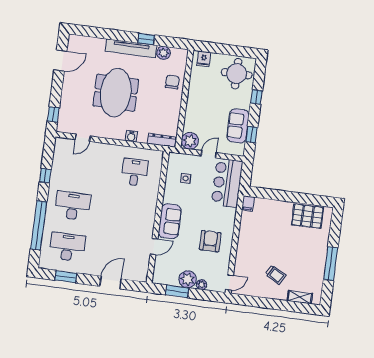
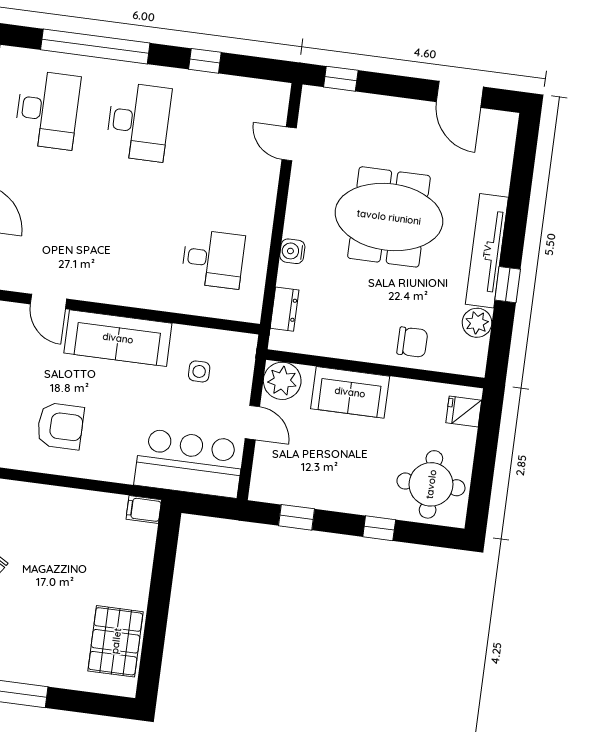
sofa: (238, 126) -> (350, 392), moved, turned 180
dresser: (161, 140) -> (285, 309), width x0.70
sofa: (170, 221) -> (118, 338), width x1.36

